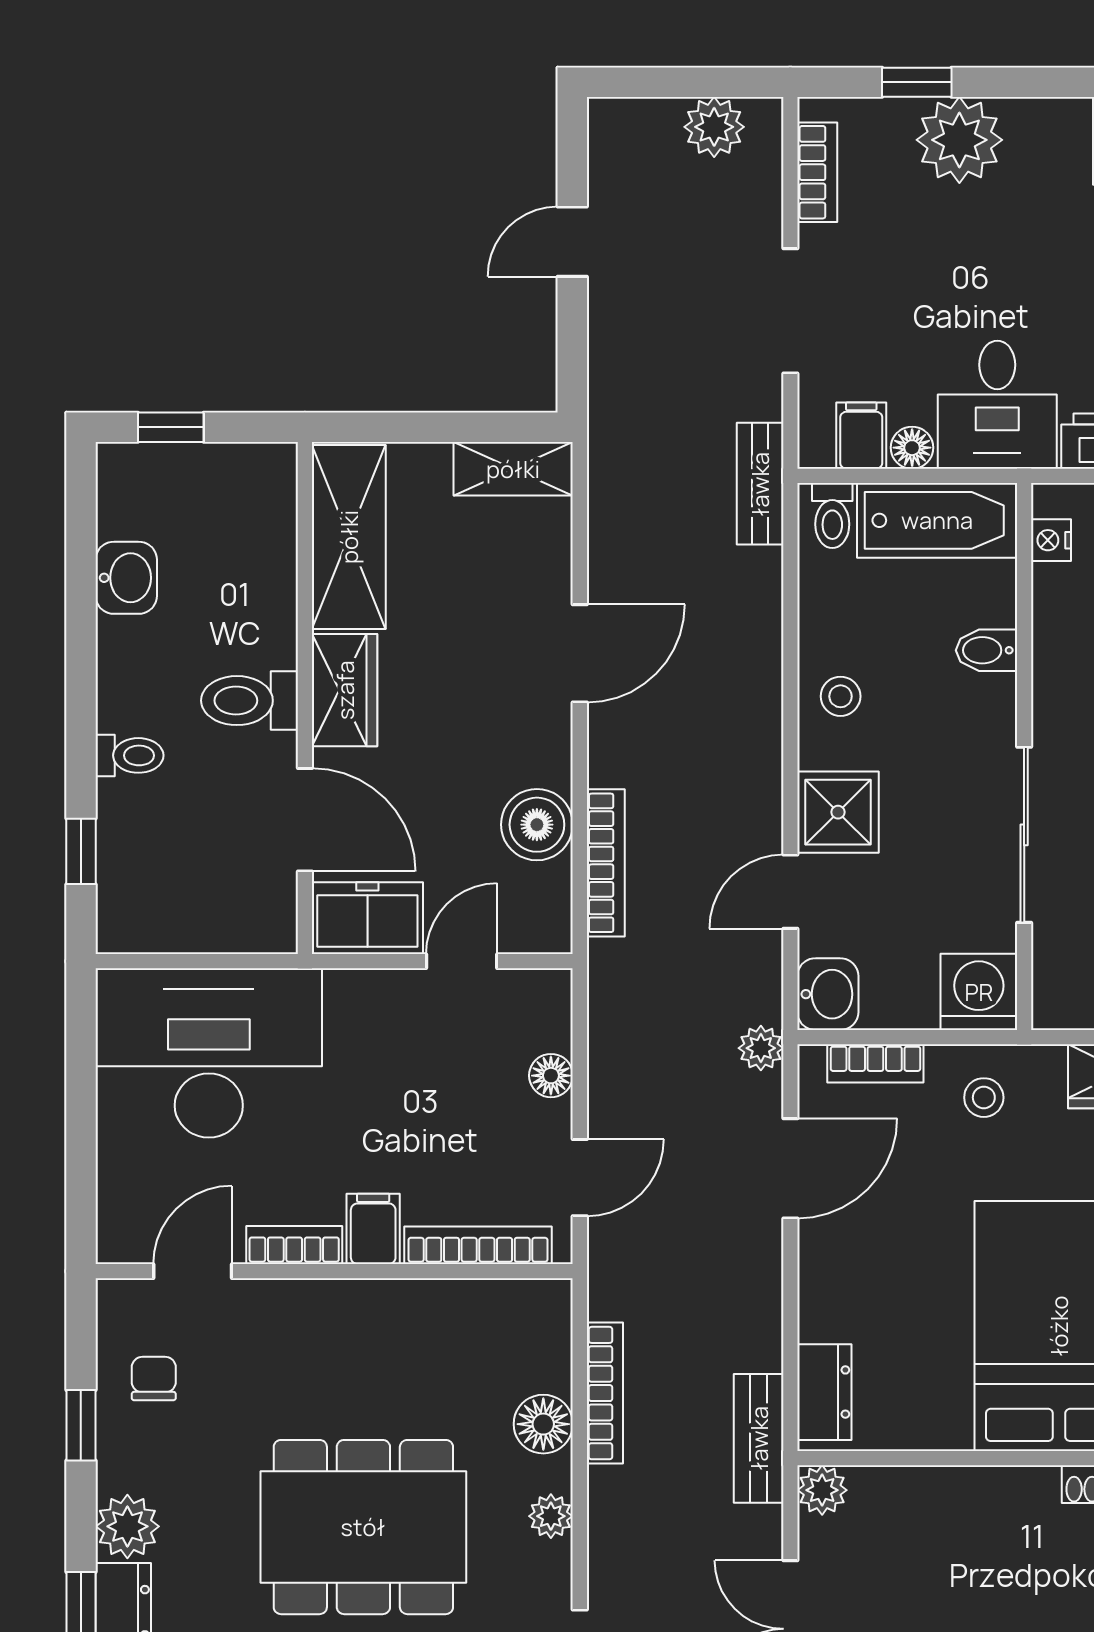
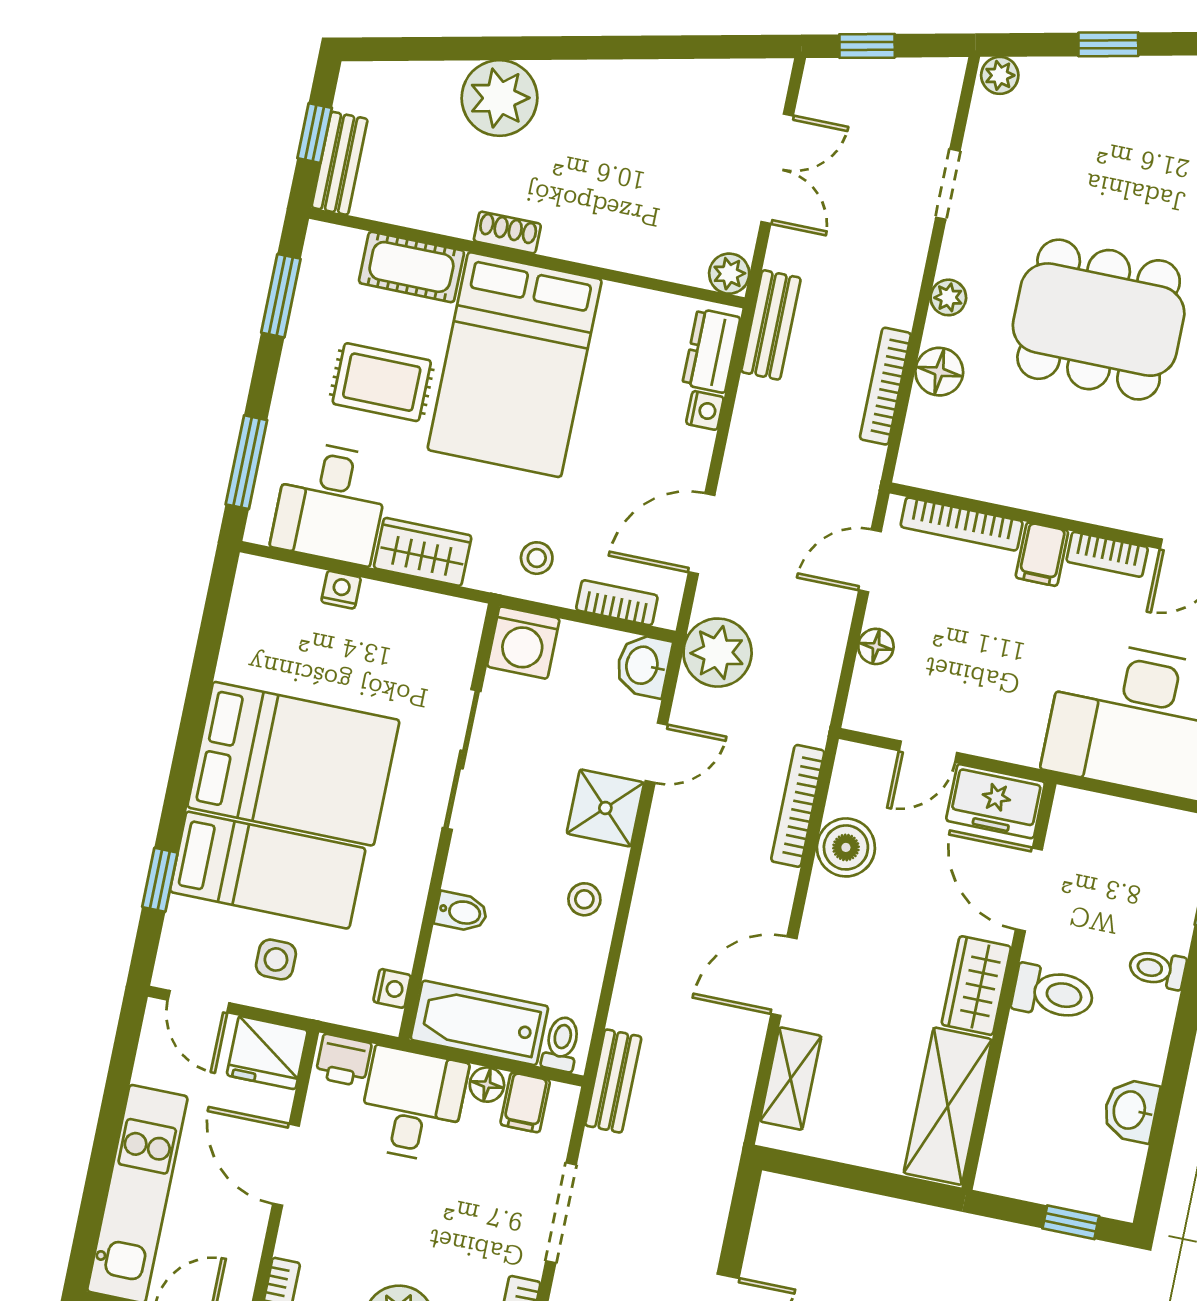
shelving: (513, 469) -> (791, 1079), moved, turned 90
plant: (761, 1048) -> (718, 653), width x1.87, depth x1.87
nightstand: (817, 1318) -> (705, 410), added

